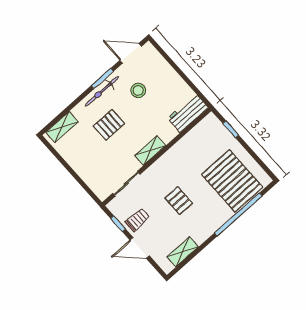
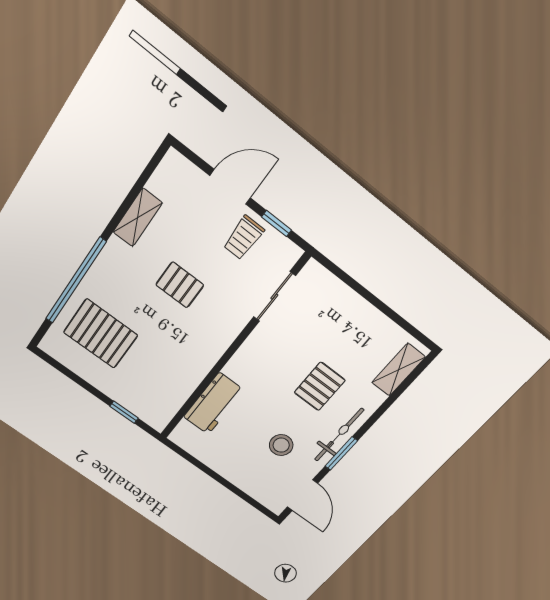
door: (131, 53) -> (302, 495), hinge flipped
workbench: (188, 113) -> (214, 404), moved
shelving: (150, 150) -> (244, 358), removed
pallet: (232, 181) -> (101, 334), width x0.73, depth x0.71
shelving: (183, 252) -> (138, 218), moved

